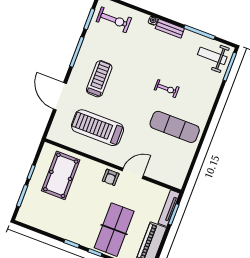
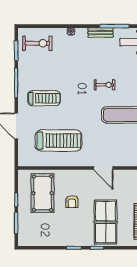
bench: (170, 29) -> (101, 33), moved
treadmill: (99, 79) -> (44, 98), turned 90
treadmill: (97, 128) -> (58, 141), turned 180
door: (133, 173) -> (103, 168), swing flipped
armchair: (111, 177) -> (72, 202), moved

